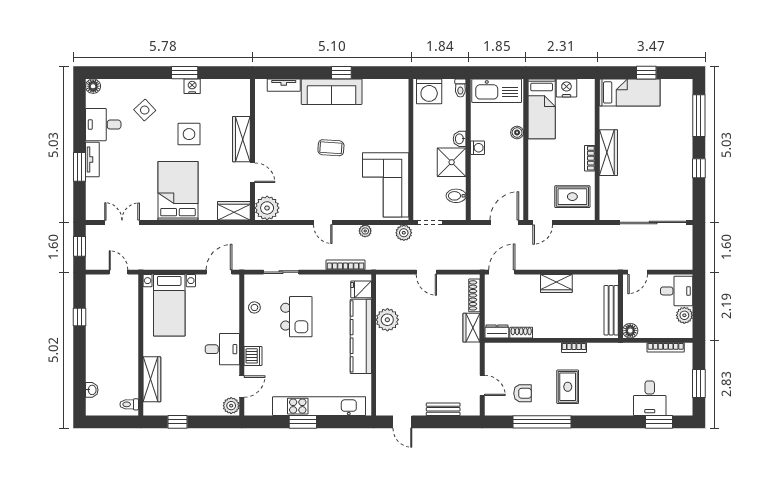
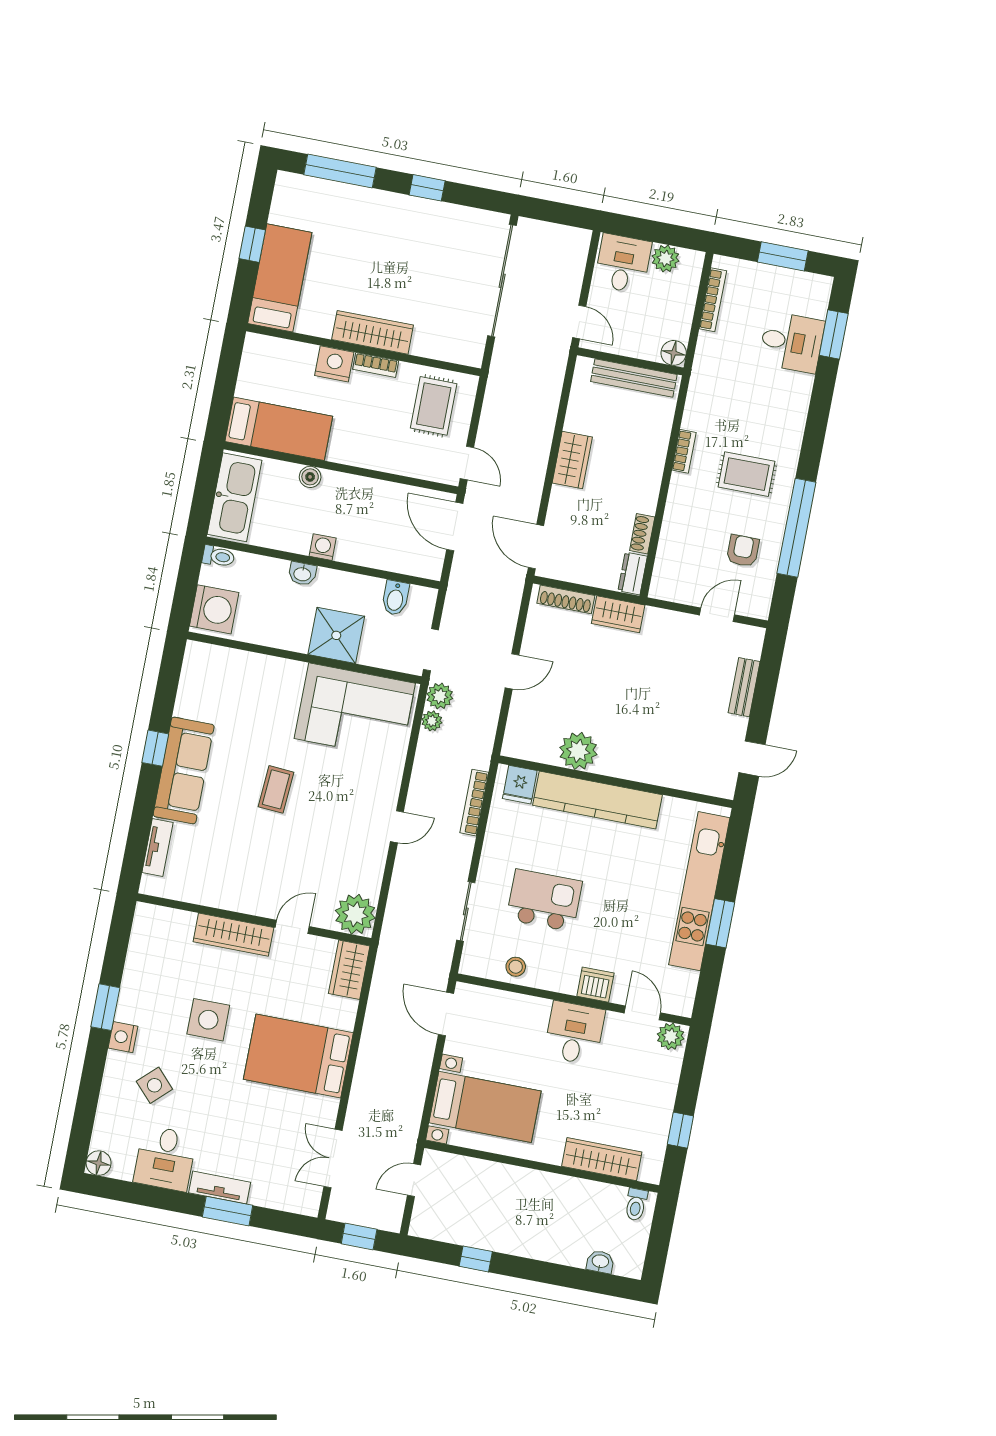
nightstand: (192, 86) -> (123, 1037), moved
nightstand: (566, 88) -> (334, 364), moved, turned 90
shower: (452, 162) -> (336, 635), moved
plant: (365, 231) -> (432, 721), moved

